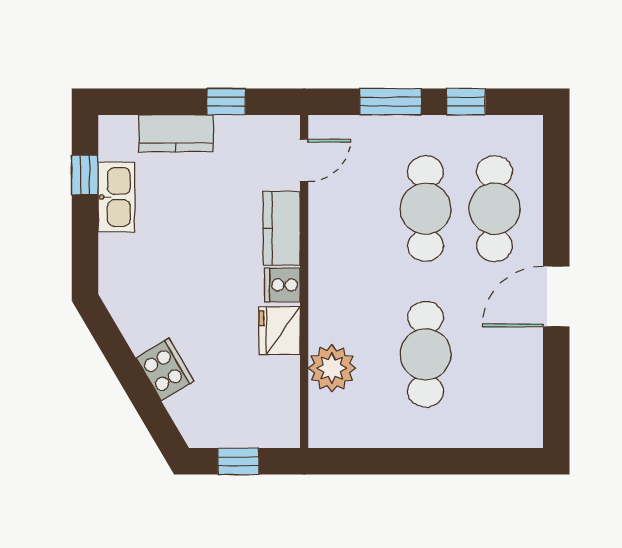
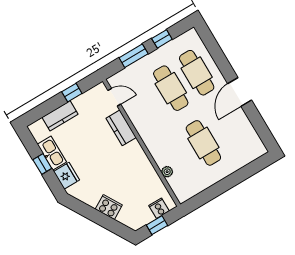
door: (304, 160) -> (114, 97), hinge flipped
window: (85, 175) -> (42, 164), moved
cooker: (282, 285) -> (159, 208), moved, turned 90
fridge: (280, 331) -> (66, 176), moved, turned 180
plant: (332, 368) -> (167, 172), width x0.53, depth x0.53

